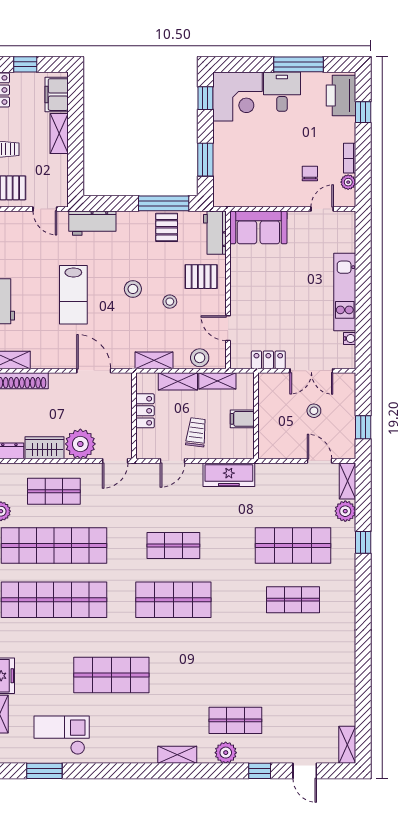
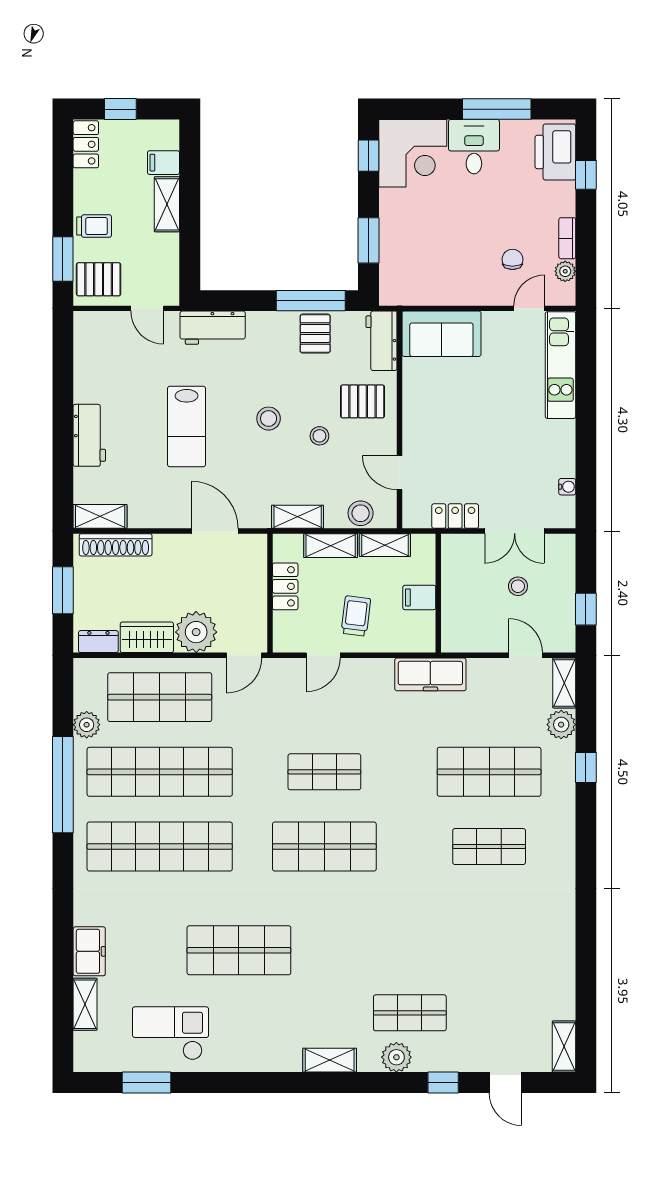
filing cabinet: (57, 95) -> (163, 163), width x0.50
kitchen unit: (345, 292) -> (560, 365), moved
freezer: (229, 475) -> (430, 674), moved
shop shelf: (54, 491) -> (160, 697), width x1.43, depth x1.36

